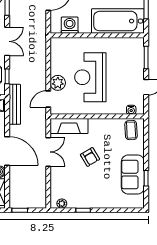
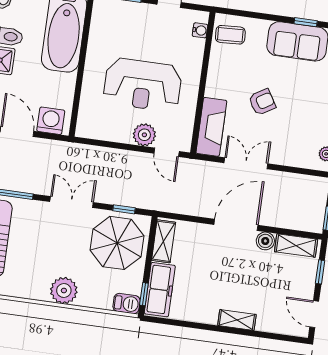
washing machine: (70, 25) -> (51, 121), moved, turned 90
bench: (15, 104) -> (168, 204), removed

